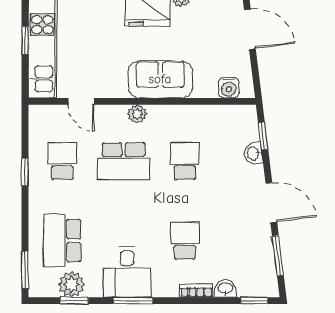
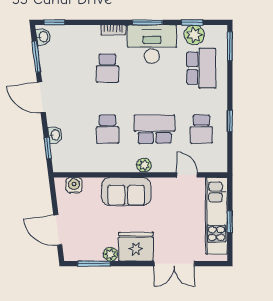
desk: (127, 272) -> (152, 44), width x1.37
washbasin: (225, 289) -> (43, 37), moved, turned -97
bookcase: (196, 291) -> (113, 30), moved

